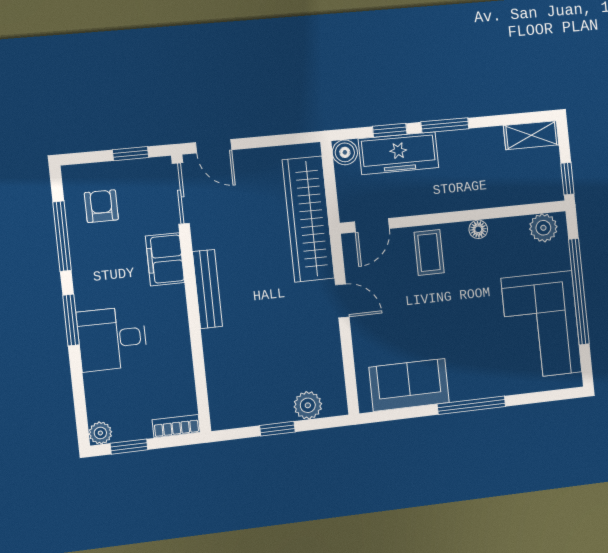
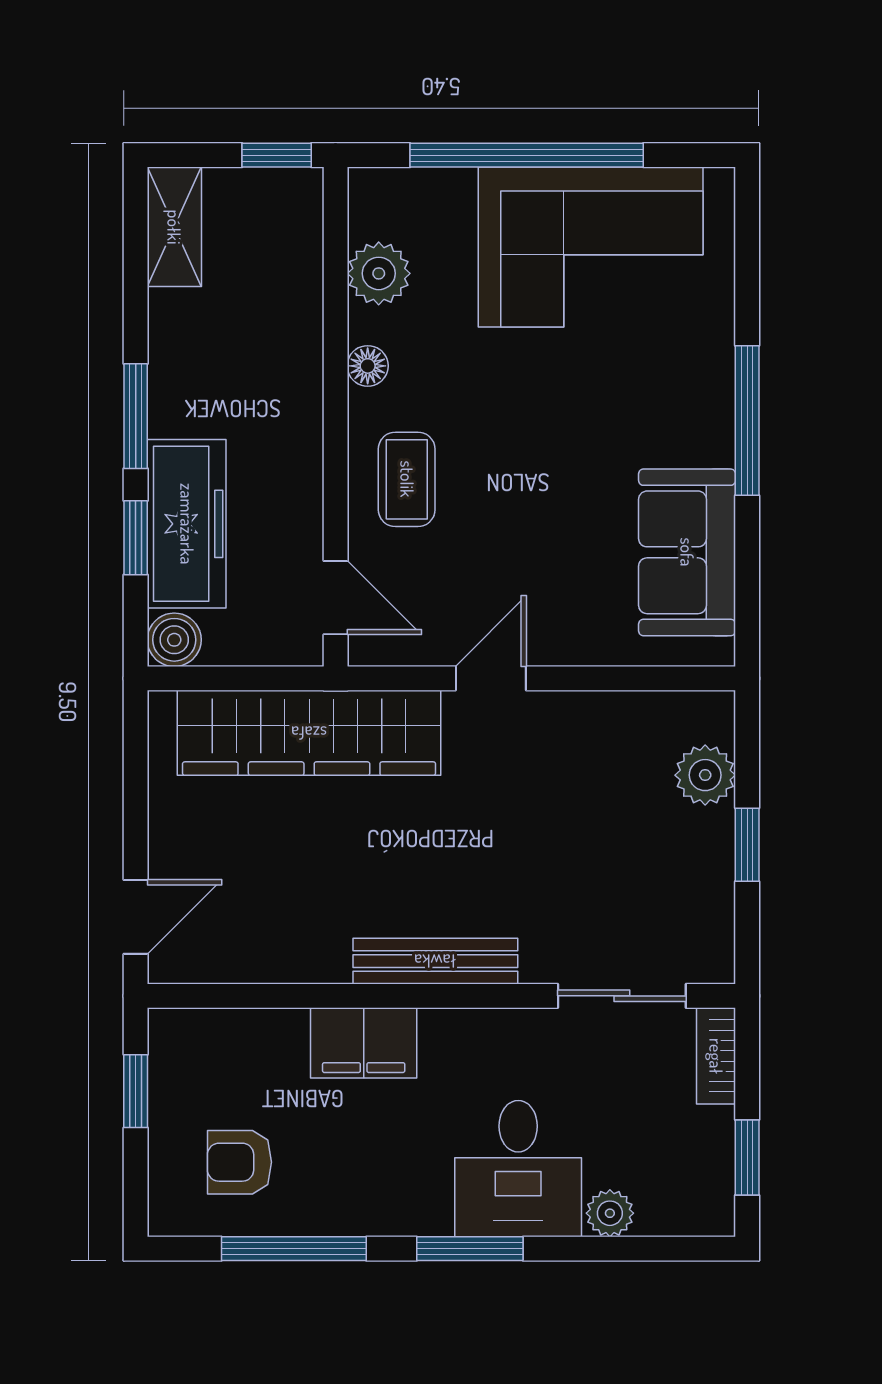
sliding door: (181, 194) -> (622, 996), moved
plant: (543, 228) -> (379, 273), moved
coffee table: (429, 252) -> (407, 479), turned 90
plant: (100, 433) -> (610, 1213), moved

